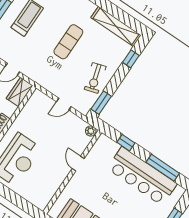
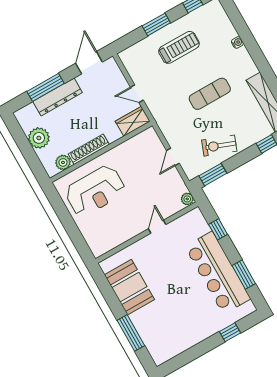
exercise bike: (95, 78) -> (219, 146), turned 38
door: (64, 104) -> (173, 157), hinge flipped
window: (163, 168) -> (244, 275), width x0.69

